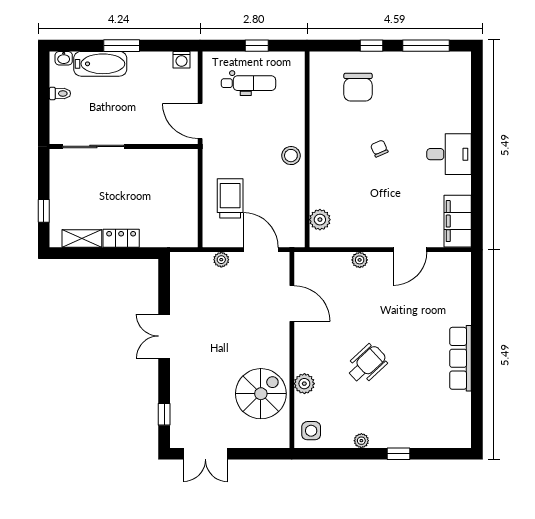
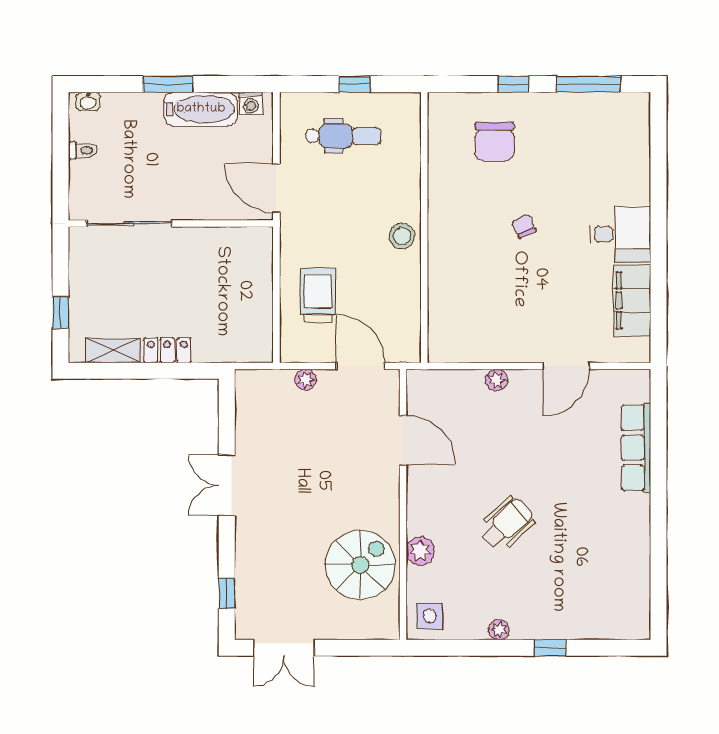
bathtub: (100, 64) -> (201, 109), moved
plant: (320, 220) -> (442, 324), removed
filing cabinet: (458, 221) -> (632, 300), moved
row of seats: (460, 358) -> (636, 448), moved

